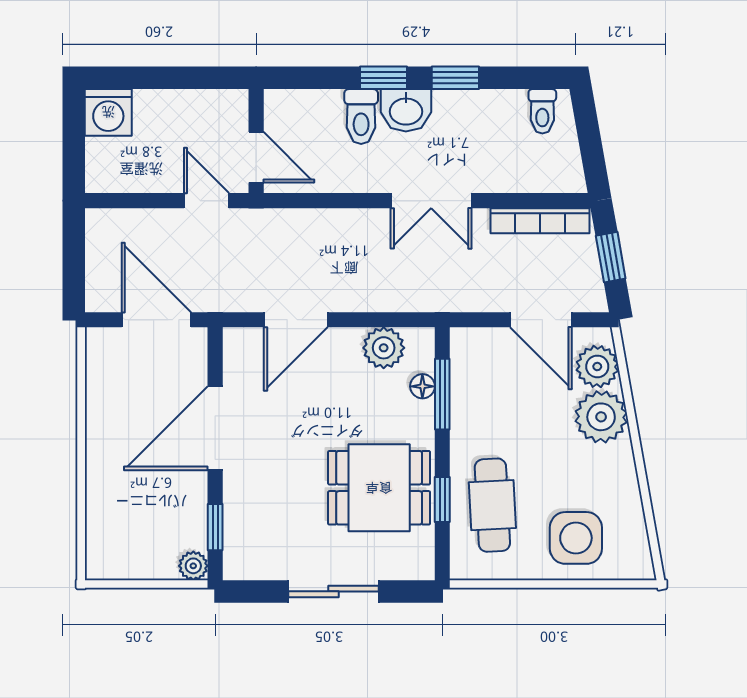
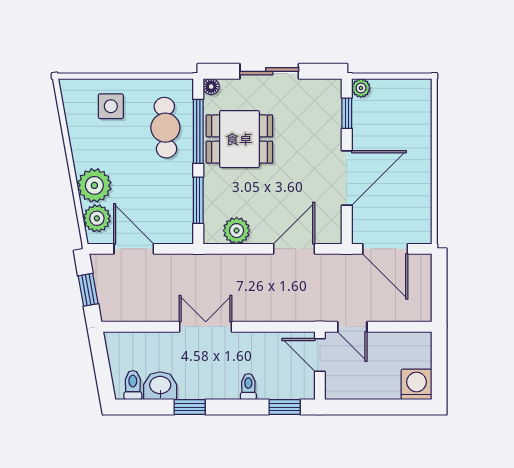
window: (384, 78) -> (285, 407), moved
washbasin: (406, 110) -> (160, 386), moved
toilet: (361, 117) -> (248, 387), width x0.73, depth x0.72
bookcase: (540, 221) -> (134, 314), removed
floor lamp: (422, 386) -> (211, 87), moved
window: (442, 500) -> (198, 131), width x2.17
side table: (576, 538) -> (111, 106), width x0.73, depth x0.73

